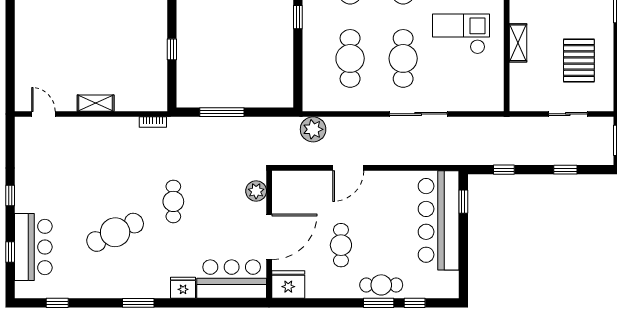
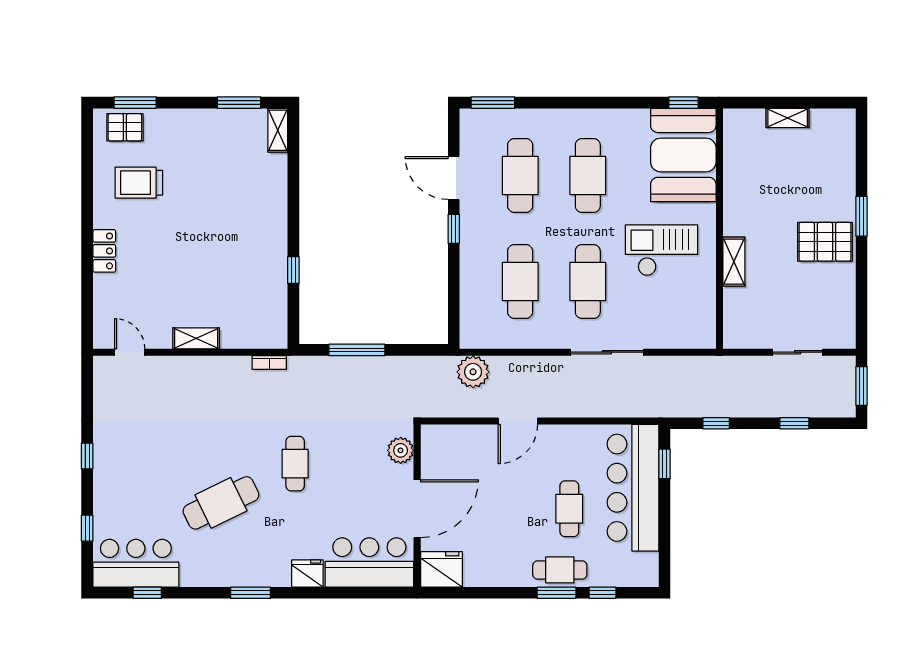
locker: (23, 34) -> (104, 251), added
pallet: (579, 61) -> (825, 242), moved, turned 90
cafe table: (341, 245) -> (569, 509), moved
bar counter: (33, 247) -> (136, 563), moved, turned -90

